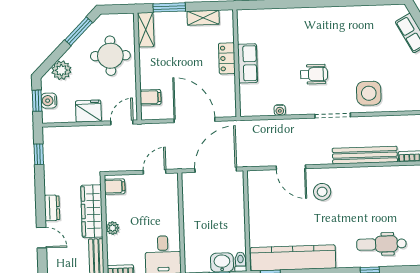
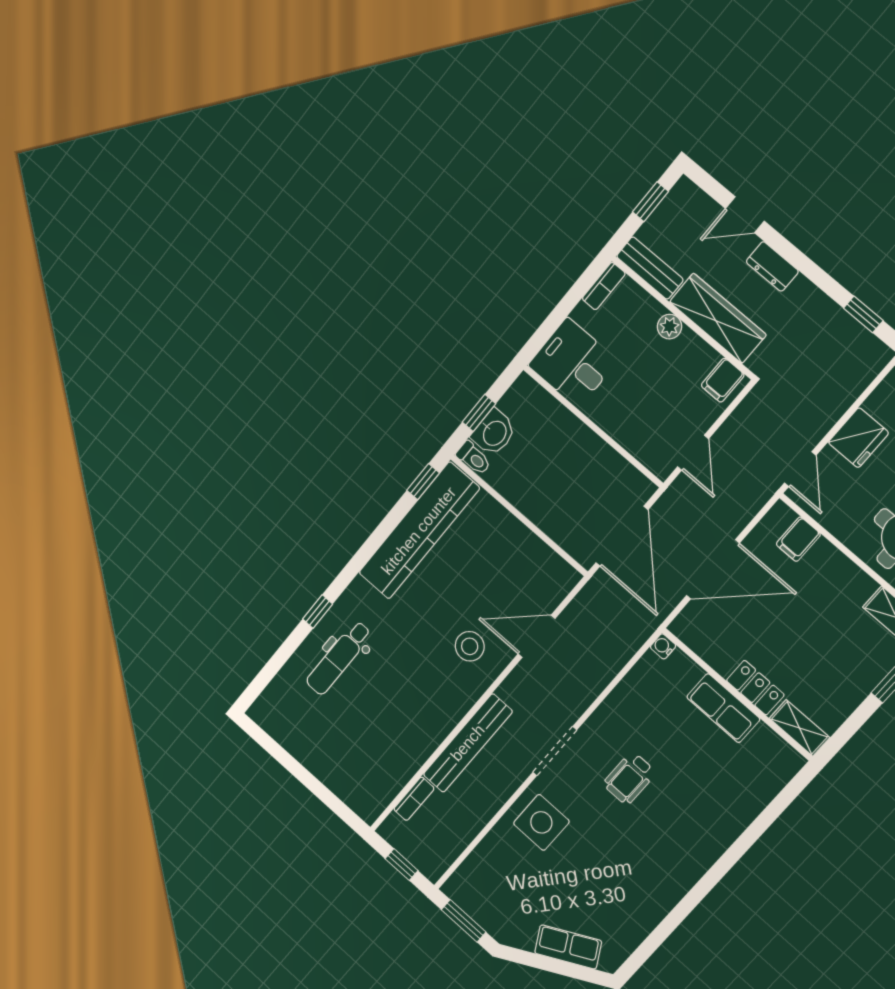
shelving: (203, 18) -> (799, 728), moved, turned 90
water cooler: (280, 110) -> (663, 646), moved
dental chair: (381, 244) -> (339, 658), turned 180

